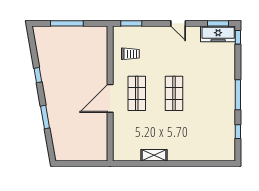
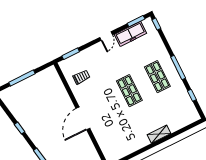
door: (178, 23) -> (106, 36), hinge flipped
freezer: (218, 34) -> (130, 34), moved
shop shelf: (137, 93) -> (157, 77), moved
shelving: (154, 155) -> (159, 134), moved

